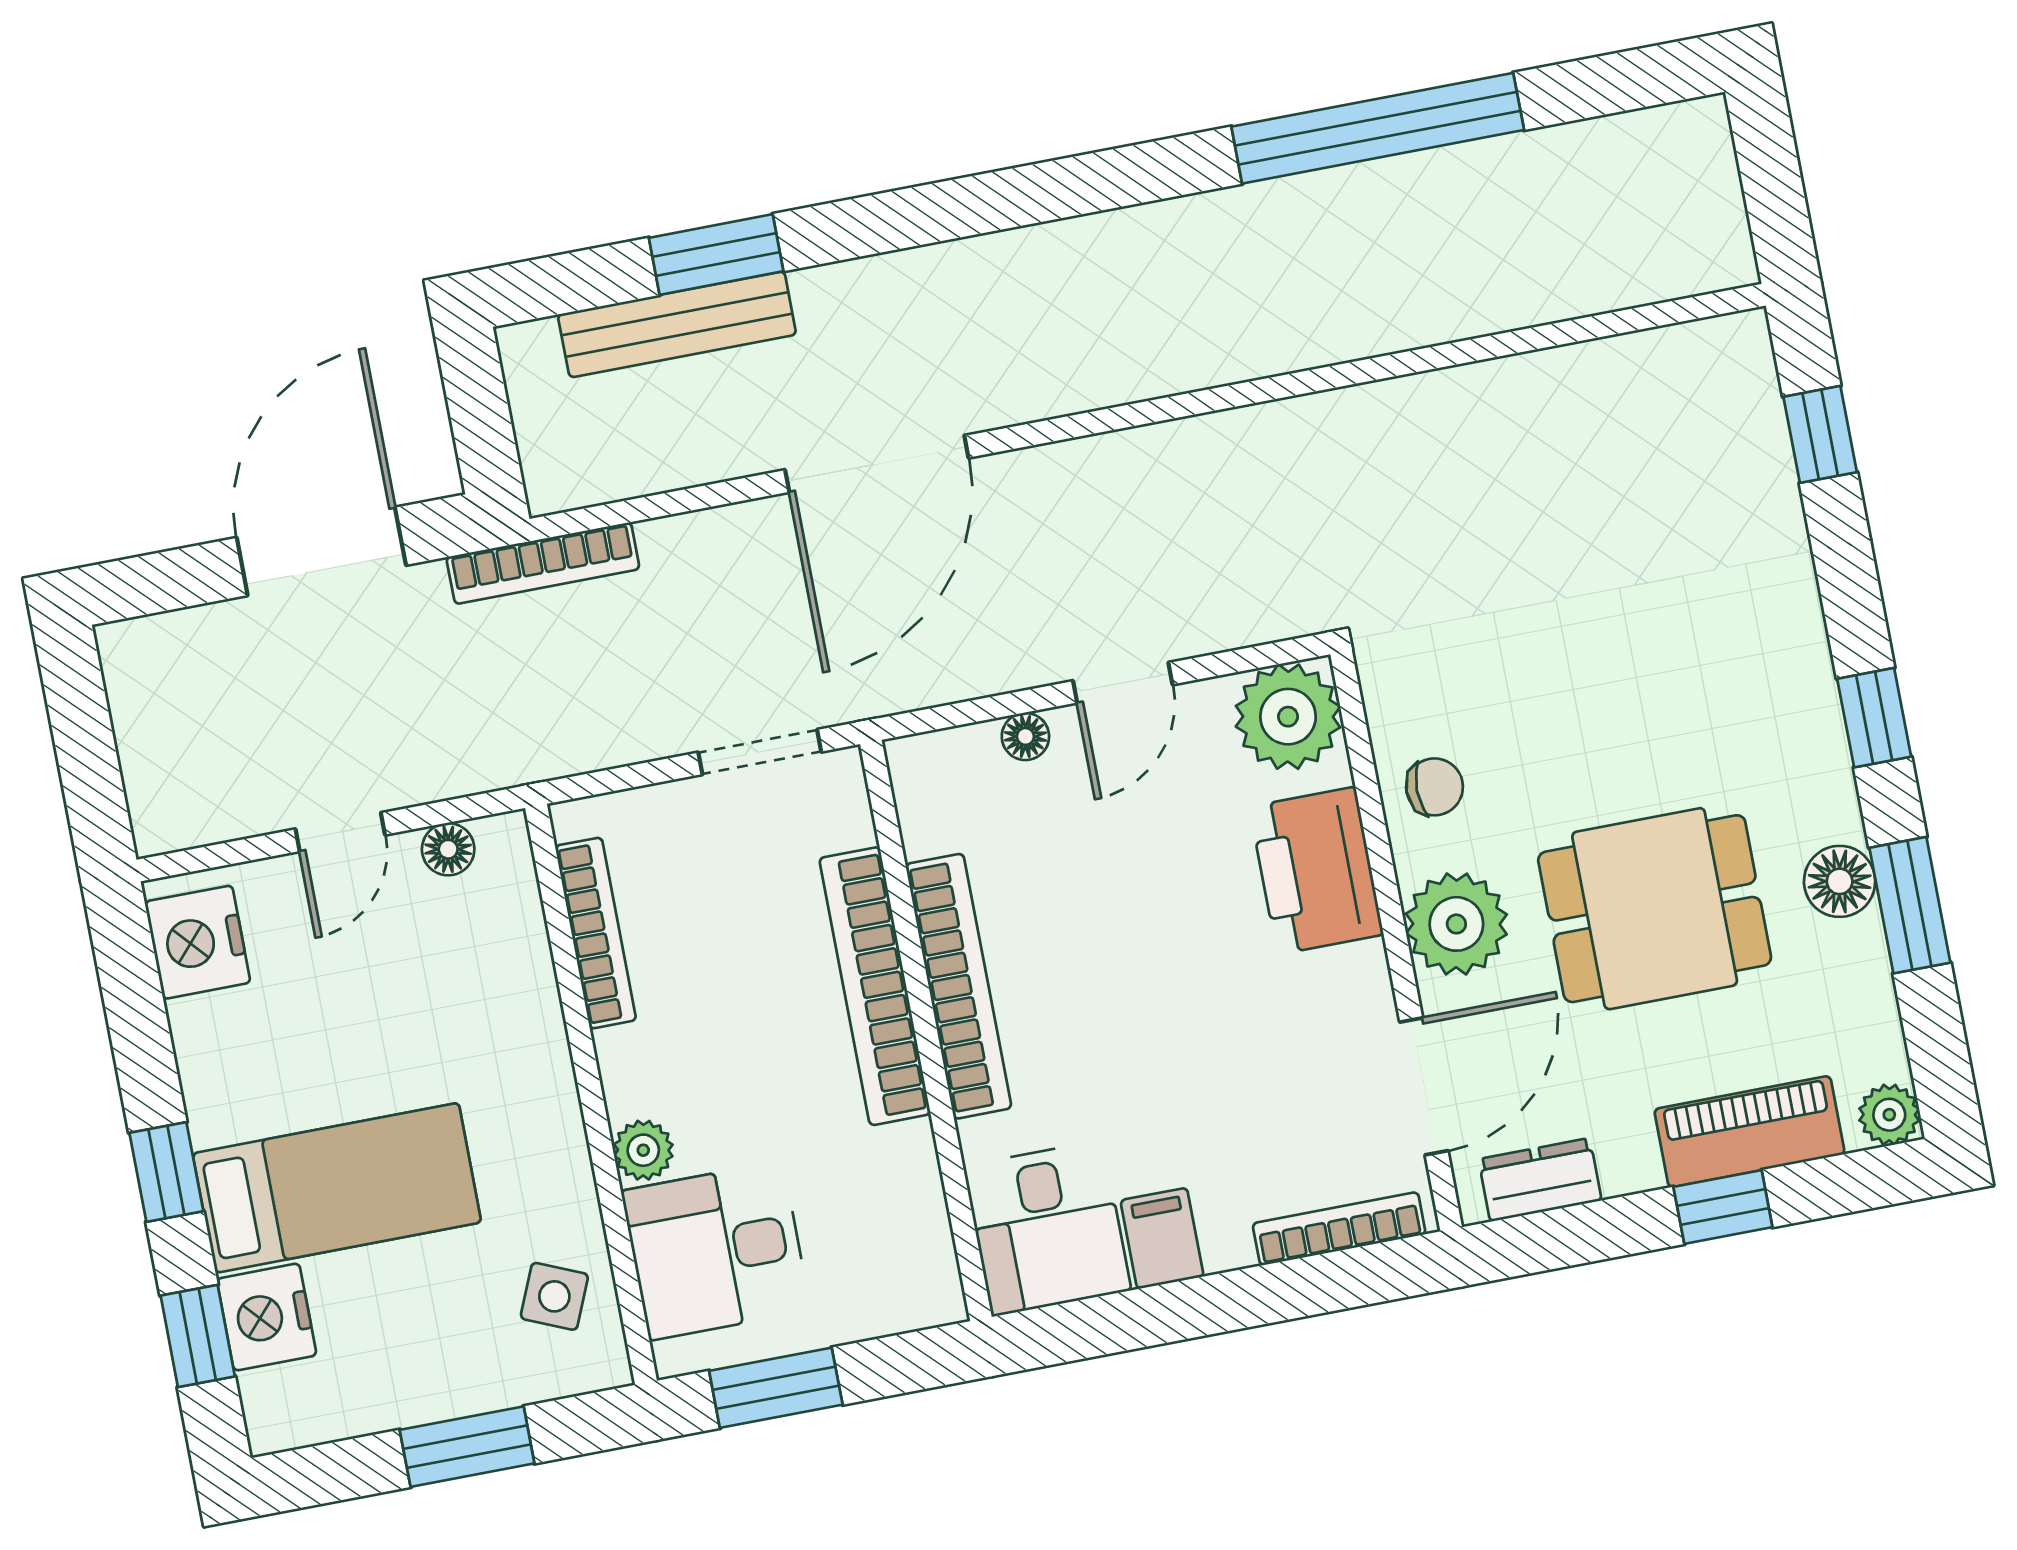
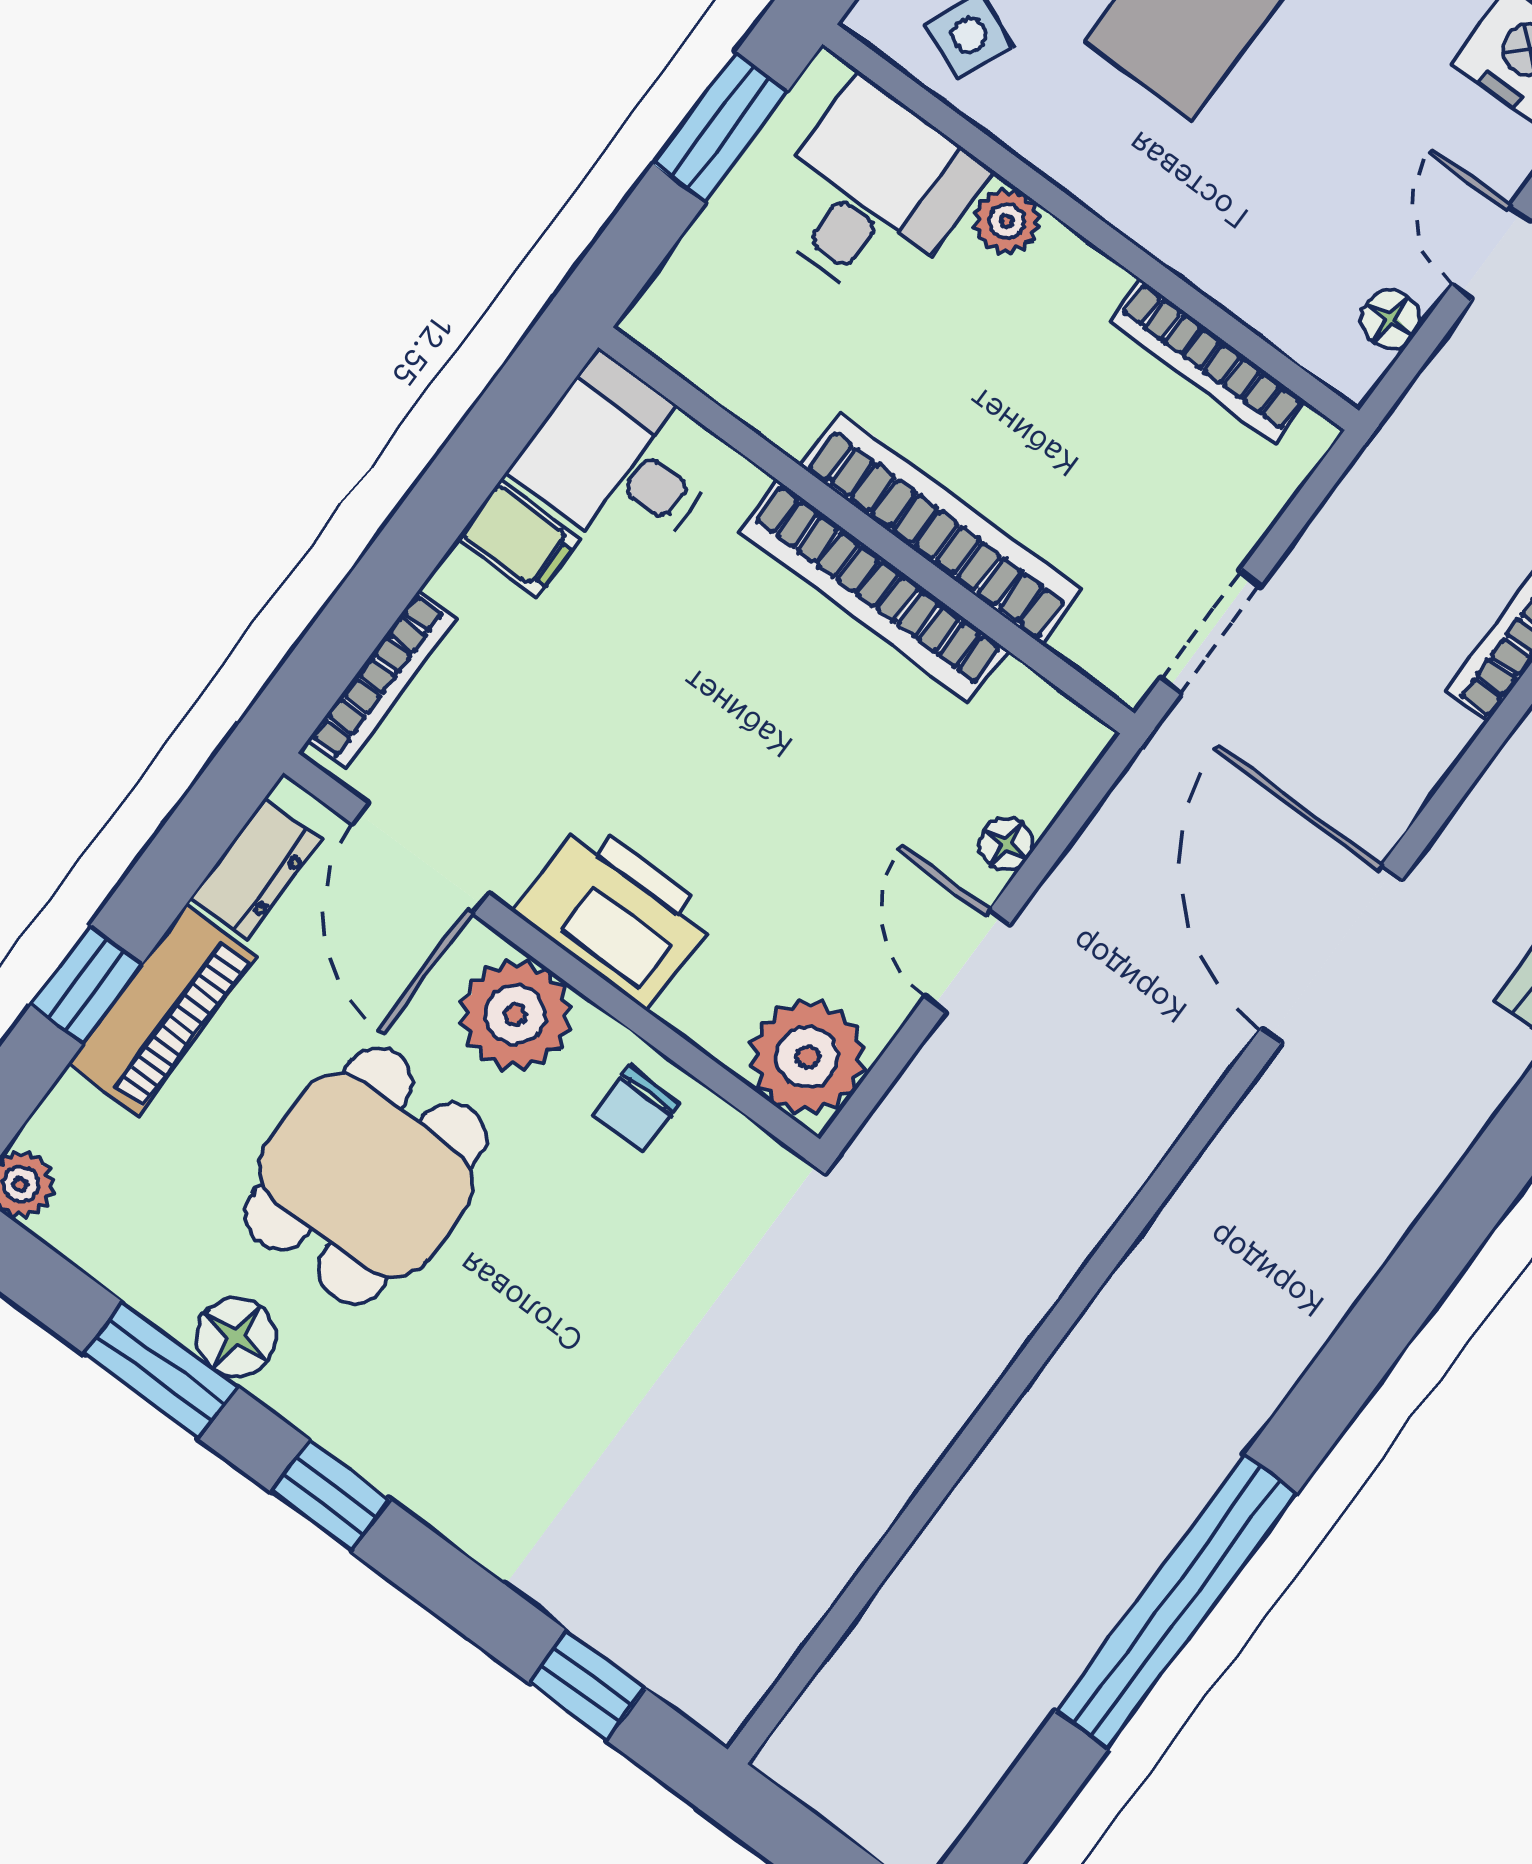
printer: (1316, 871) -> (615, 913), moved
piano: (1749, 1132) -> (162, 1010), moved

